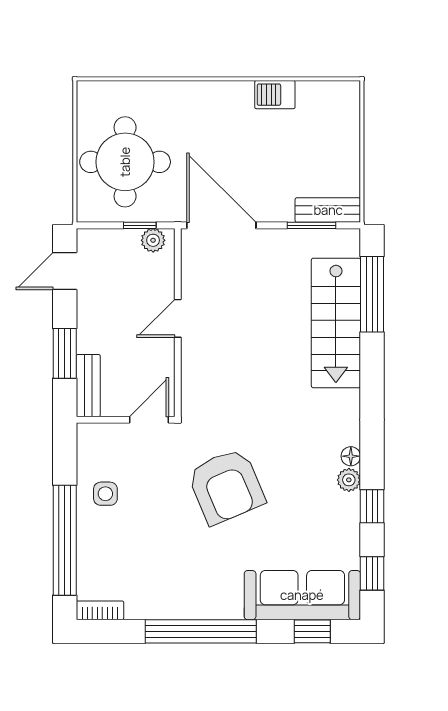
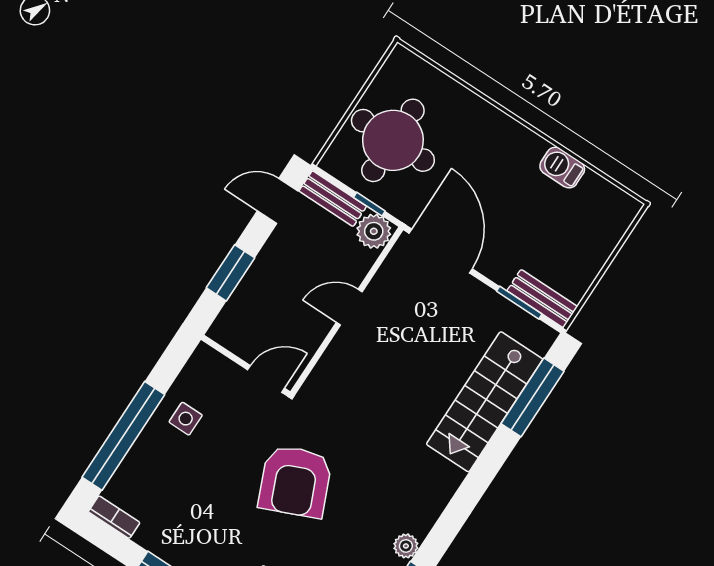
plant: (153, 240) -> (374, 231), width x1.38, depth x1.38
bench: (88, 386) -> (333, 199), moved, turned 90
floor lamp: (351, 456) -> (421, 526), removed

